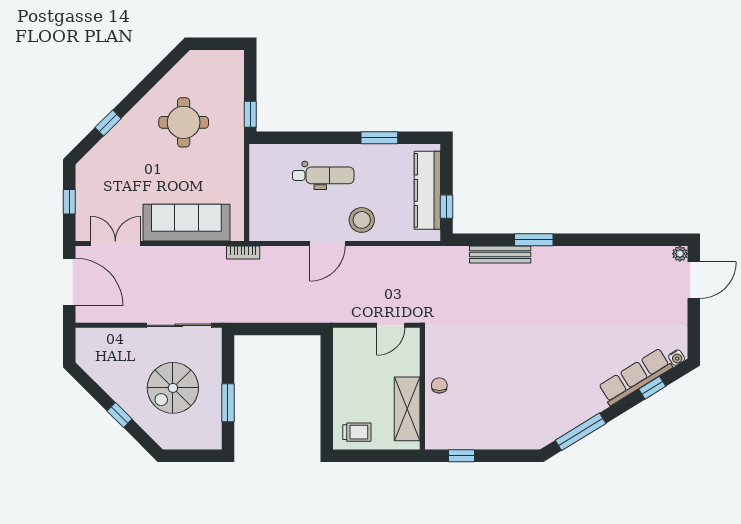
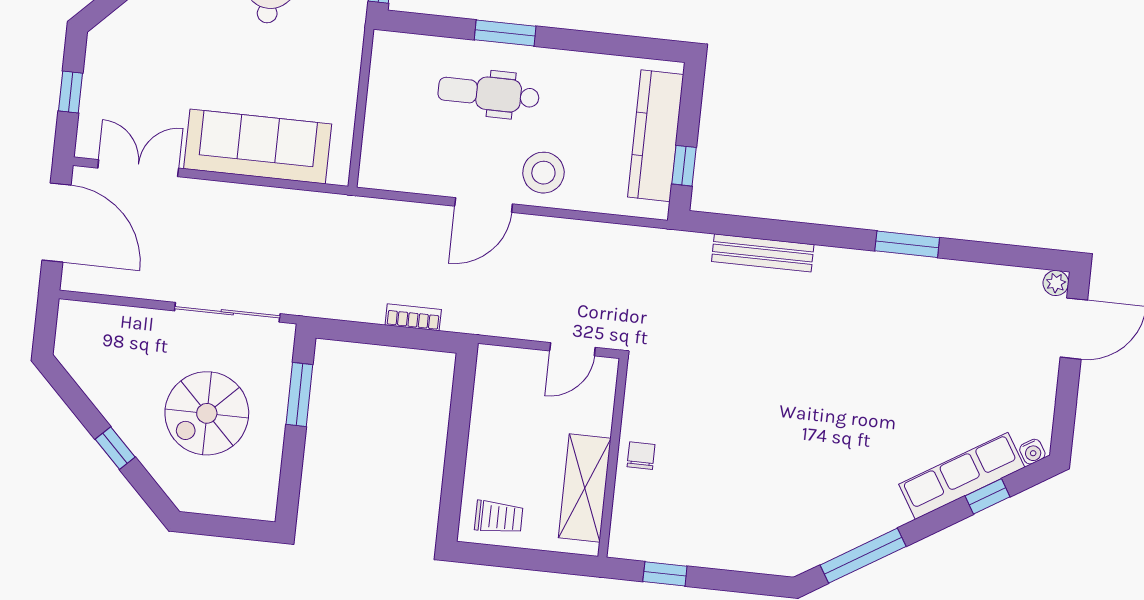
window: (379, 138) -> (505, 33), moved
dental chair: (323, 175) -> (489, 93), turned 180
window: (534, 240) -> (907, 244), moved
bookcase: (243, 253) -> (413, 317), moved, turned 180
window: (228, 403) -> (299, 394), moved

